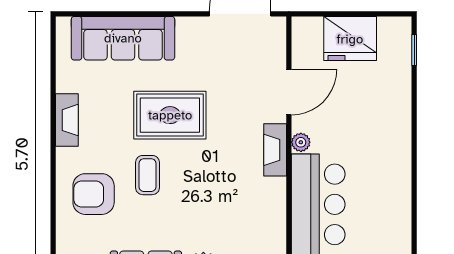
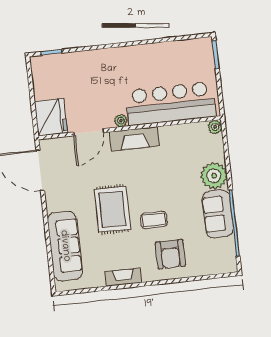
fridge: (350, 39) -> (51, 117), moved
door: (289, 92) -> (88, 132), swing flipped
fireplace: (275, 150) -> (134, 139), width x1.37, depth x1.32

